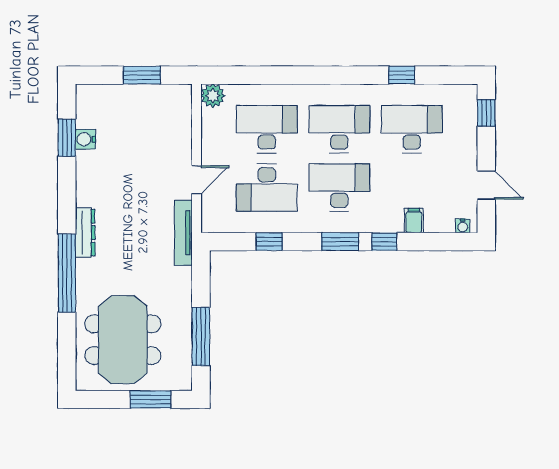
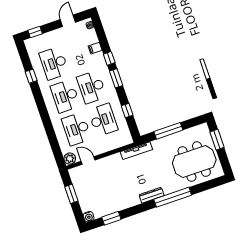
water cooler: (85, 139) -> (89, 217), moved
door: (197, 180) -> (88, 161), moved
window: (201, 336) -> (168, 131), moved

